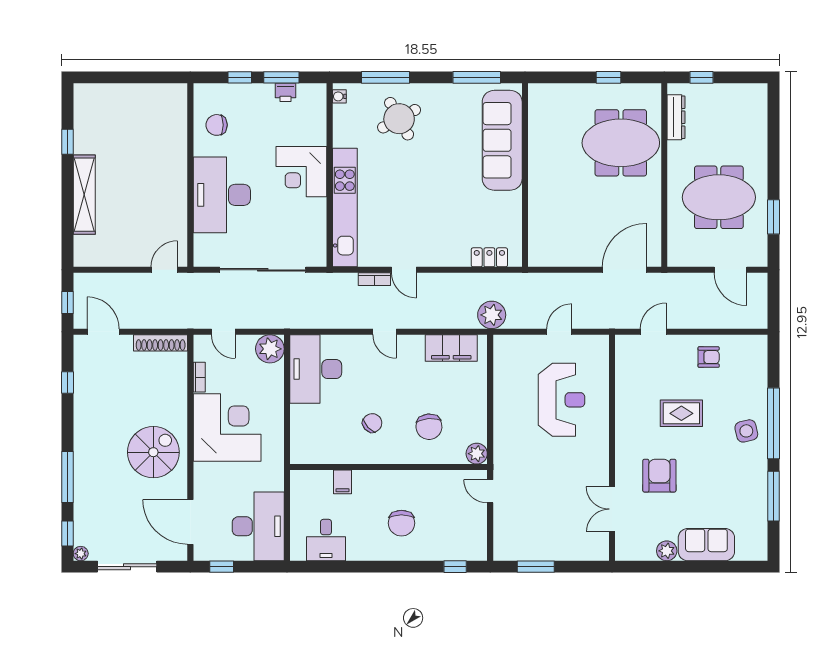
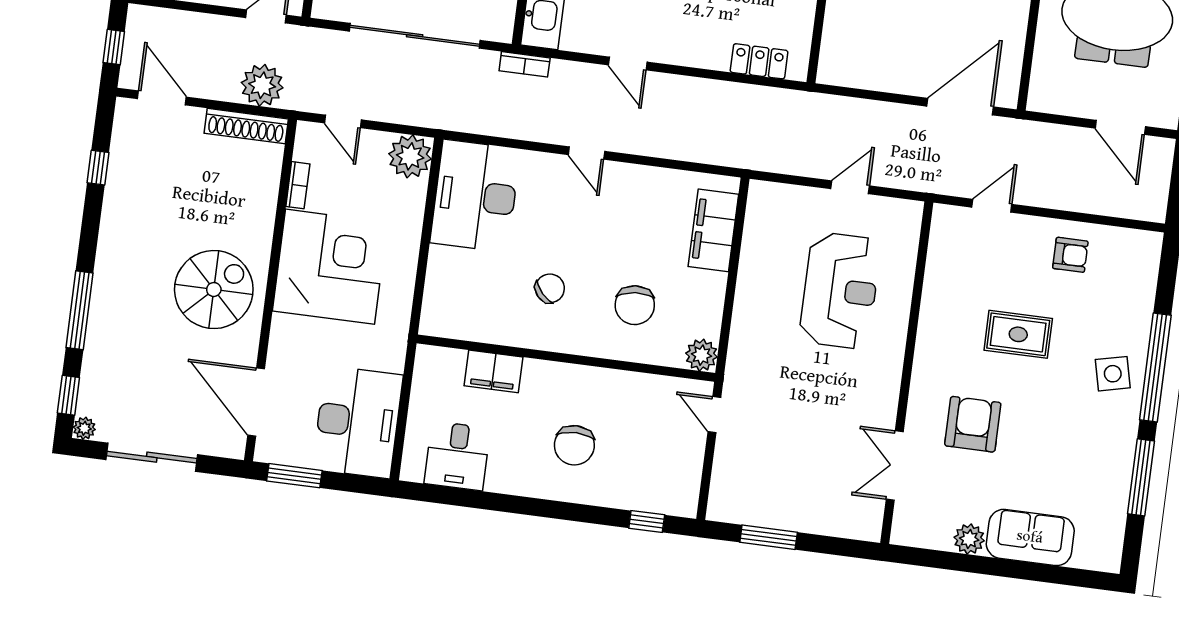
bookcase: (374, 279) -> (525, 64), moved
plant: (492, 315) -> (262, 85), moved
filing cabinet: (451, 348) -> (713, 230), moved, turned 90
filing cabinet: (343, 482) -> (493, 371), width x2.00
window: (222, 567) -> (294, 476), width x1.50

